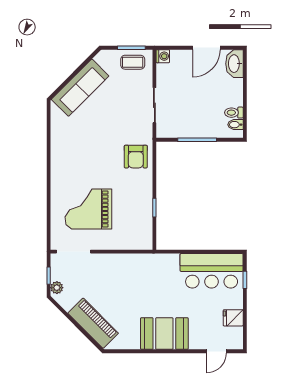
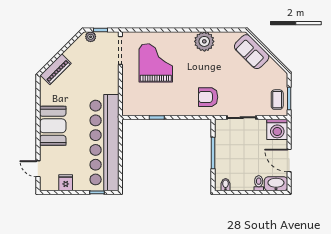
washing machine: (163, 56) -> (277, 129), width x1.89, depth x1.89
sofa: (80, 88) -> (252, 52), width x0.73
toilet: (234, 113) -> (259, 183), moved
plant: (62, 150) -> (204, 41), added
armchair: (136, 157) -> (208, 97), moved
bar counter: (212, 271) -> (105, 143), width x1.86
piano: (93, 323) -> (56, 69), width x0.73, depth x0.75

